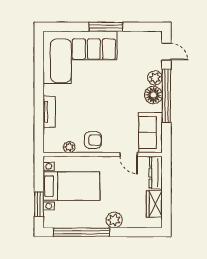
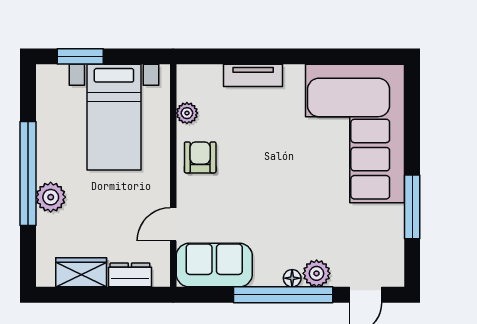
window: (106, 27) -> (412, 207), moved
floor lamp: (153, 95) -> (292, 278), width x0.53, depth x0.53
armchair: (93, 140) -> (200, 157), turned 180
dresser: (156, 173) -> (130, 275), width x0.70
window: (81, 232) -> (28, 173), moved

